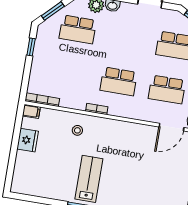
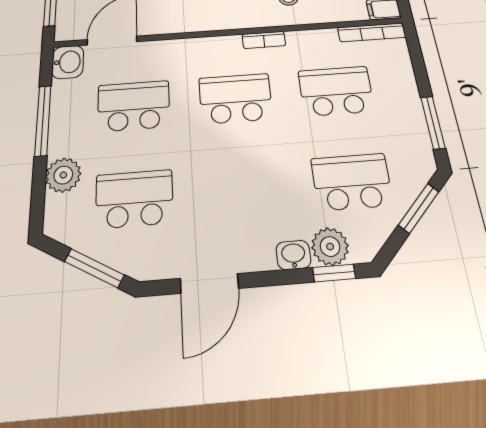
window: (31, 47) -> (433, 122), width x1.50
school desk: (70, 73) -> (336, 91), added

